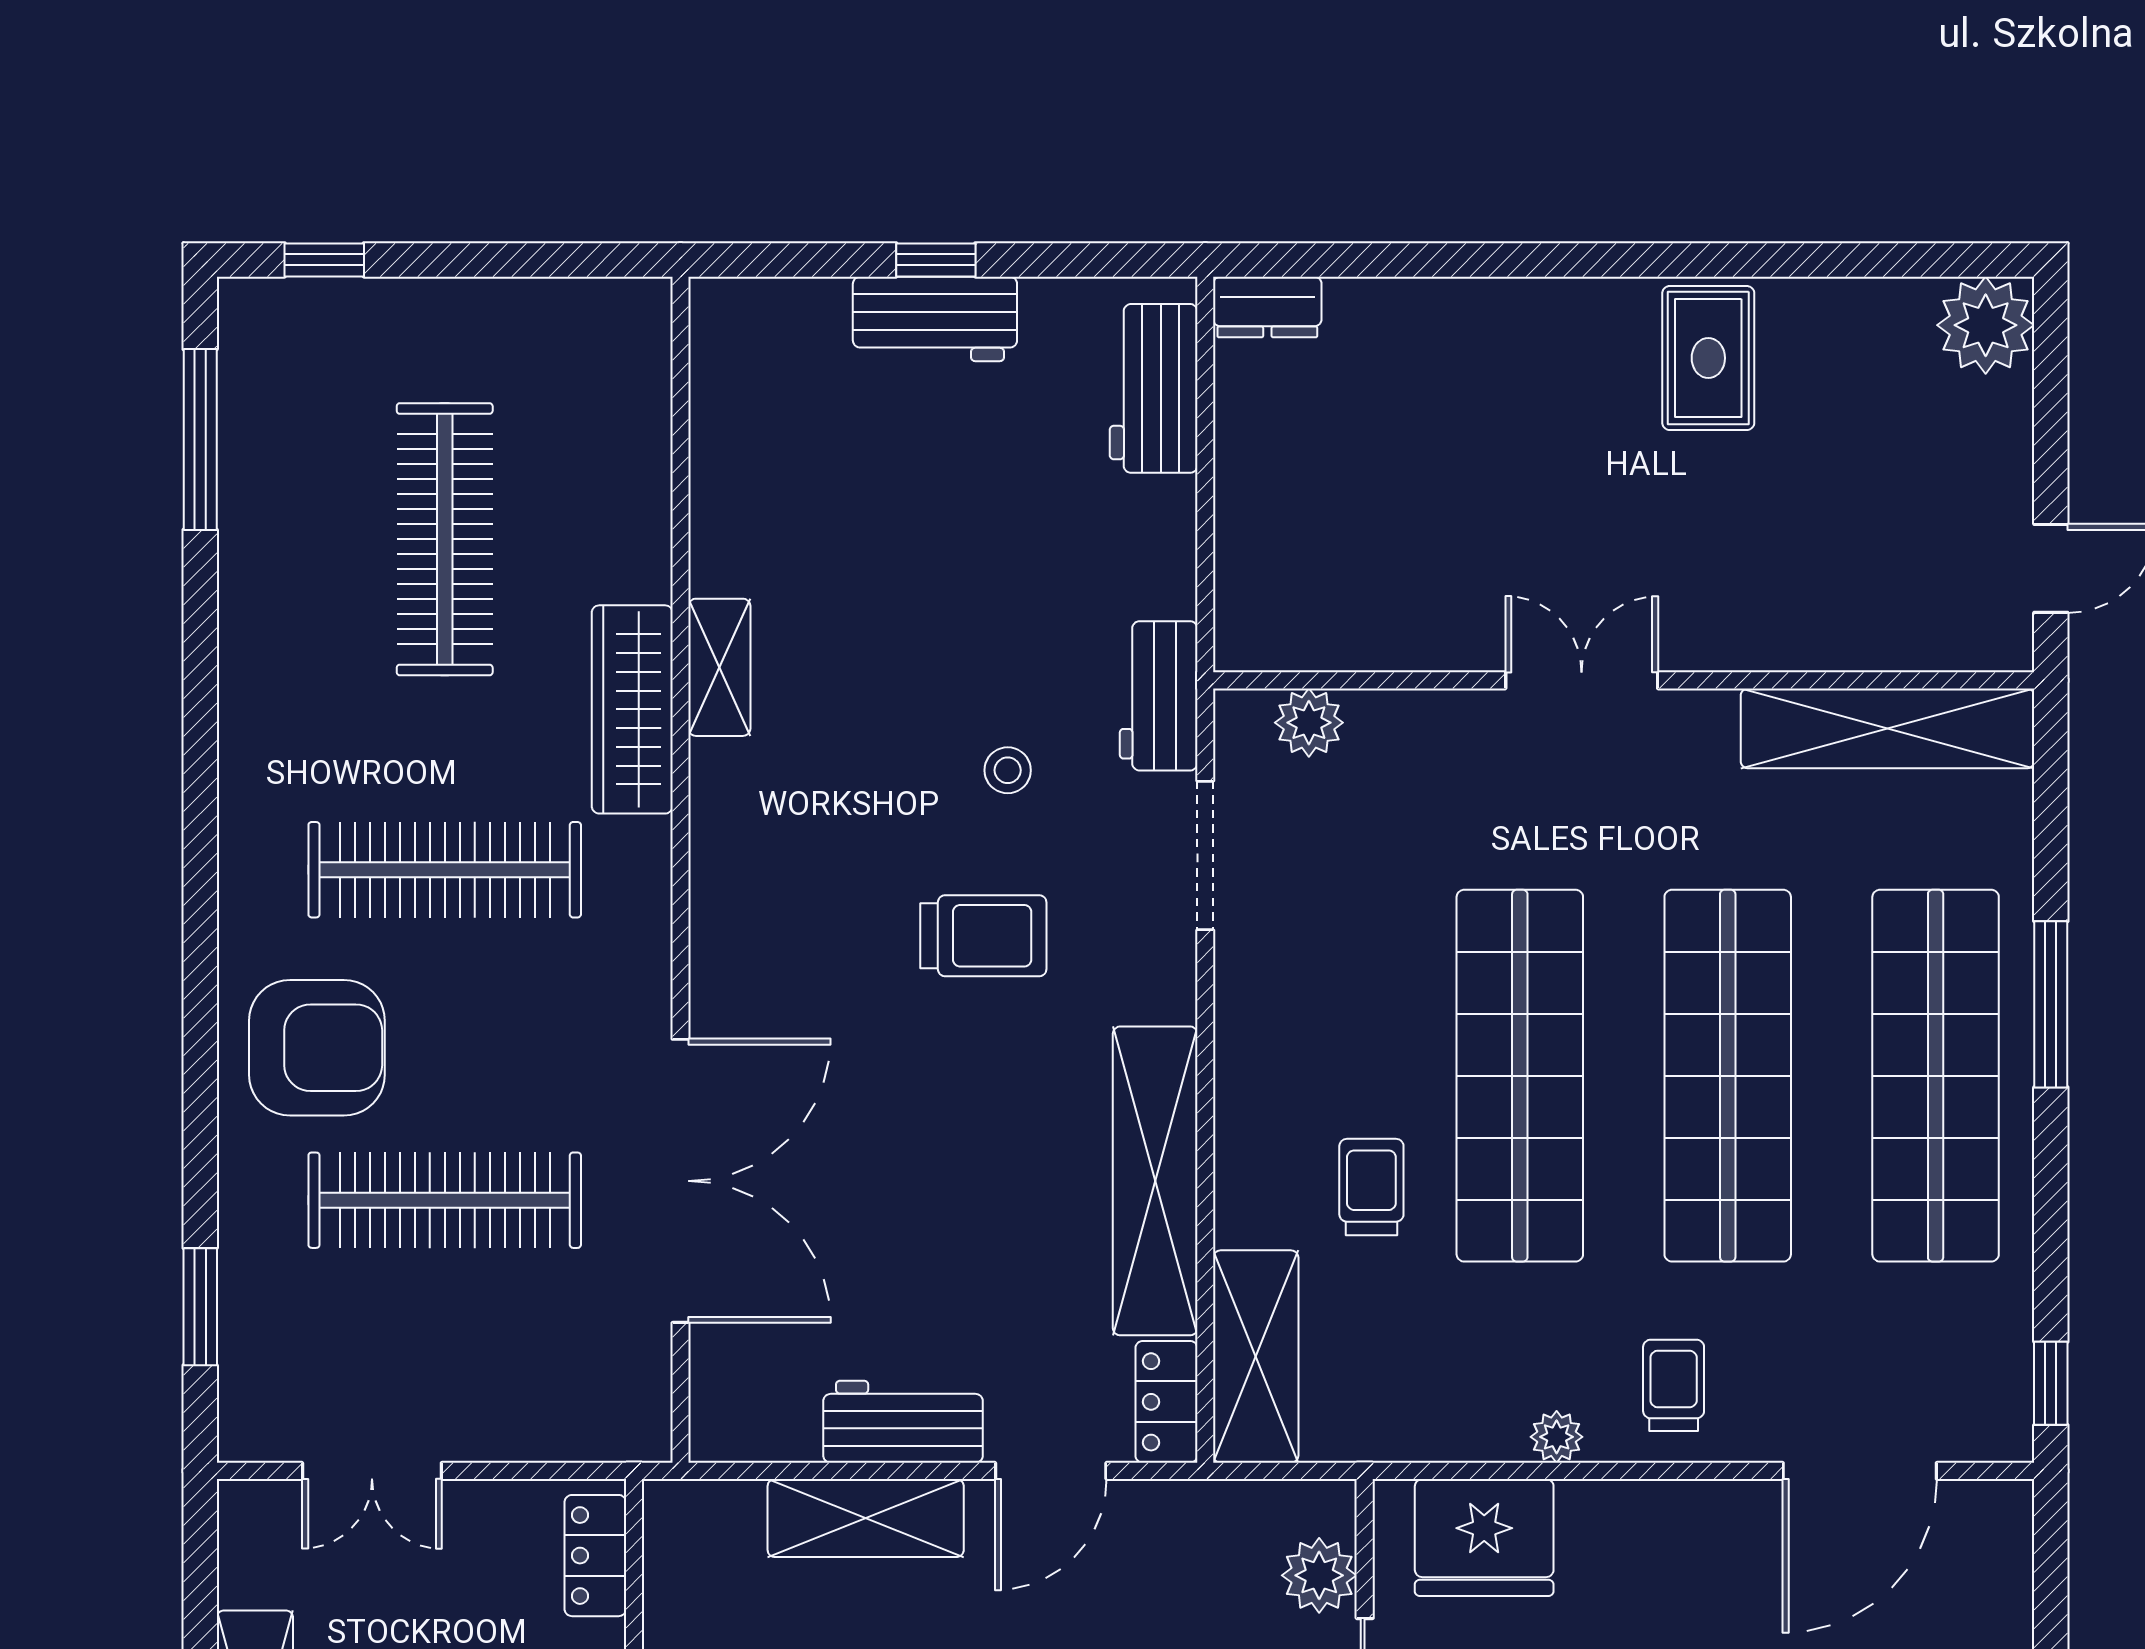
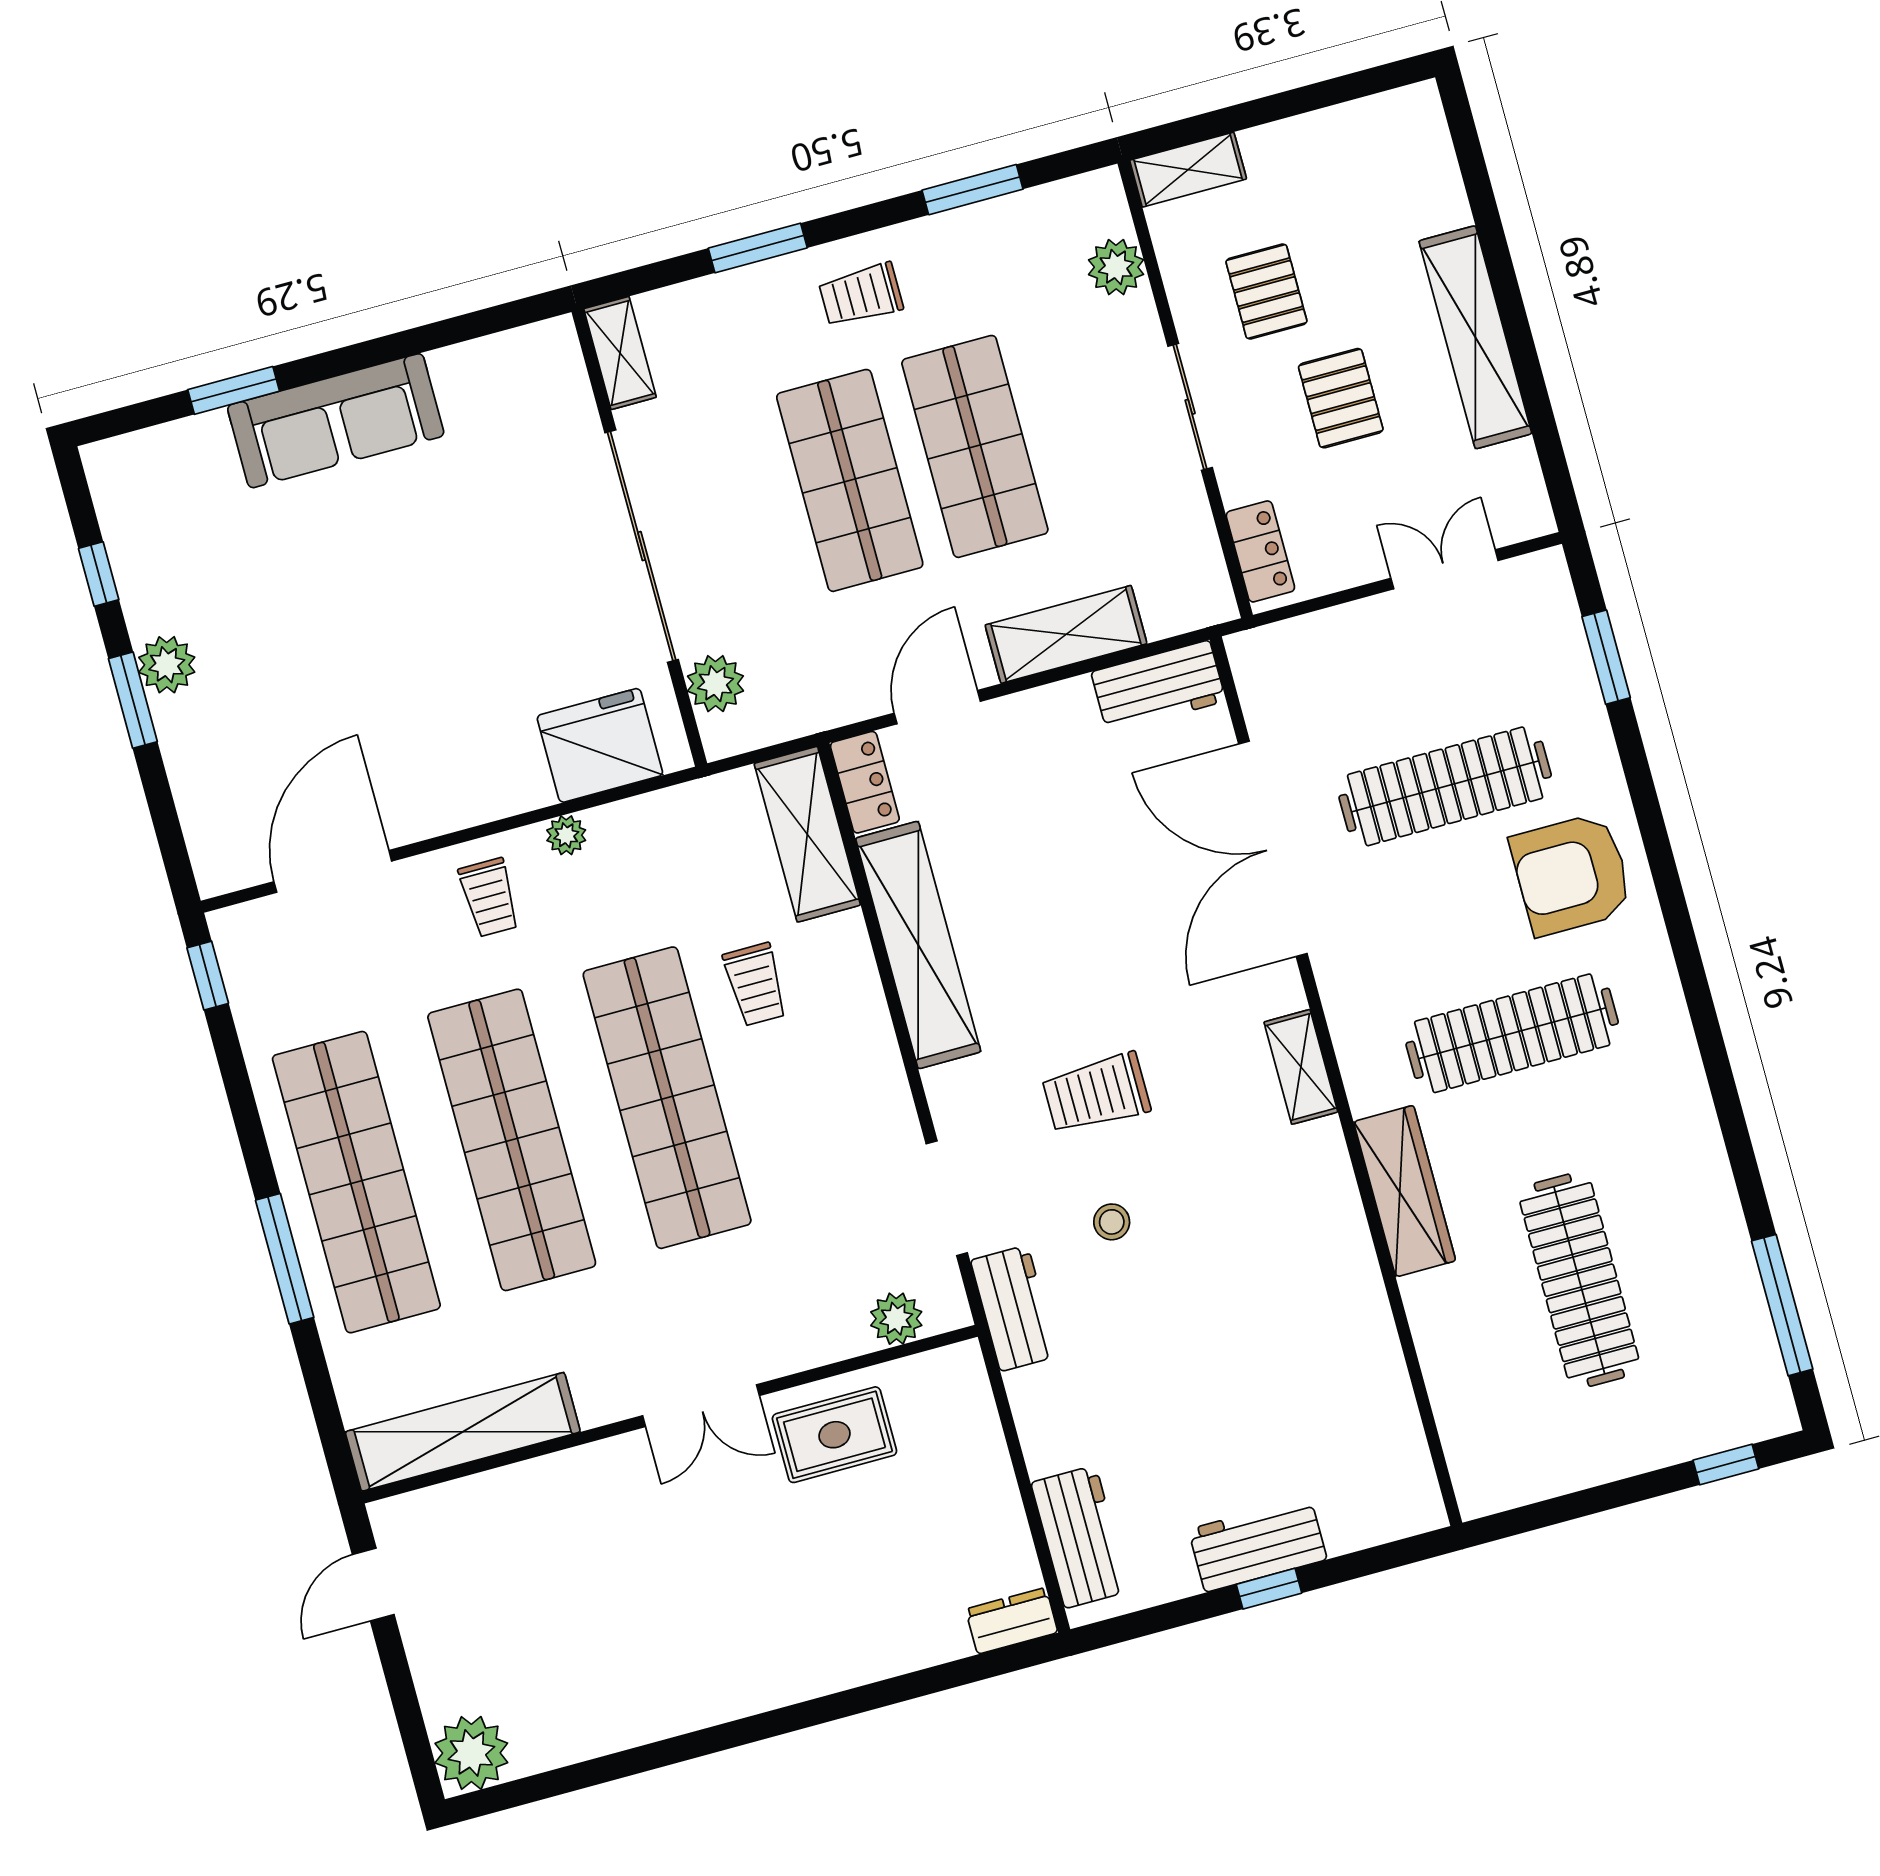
rug: (1708, 358) -> (834, 1435), moved, turned 90
shelving: (719, 667) -> (1301, 1067), moved
workbench: (903, 1422) -> (1158, 686), moved

